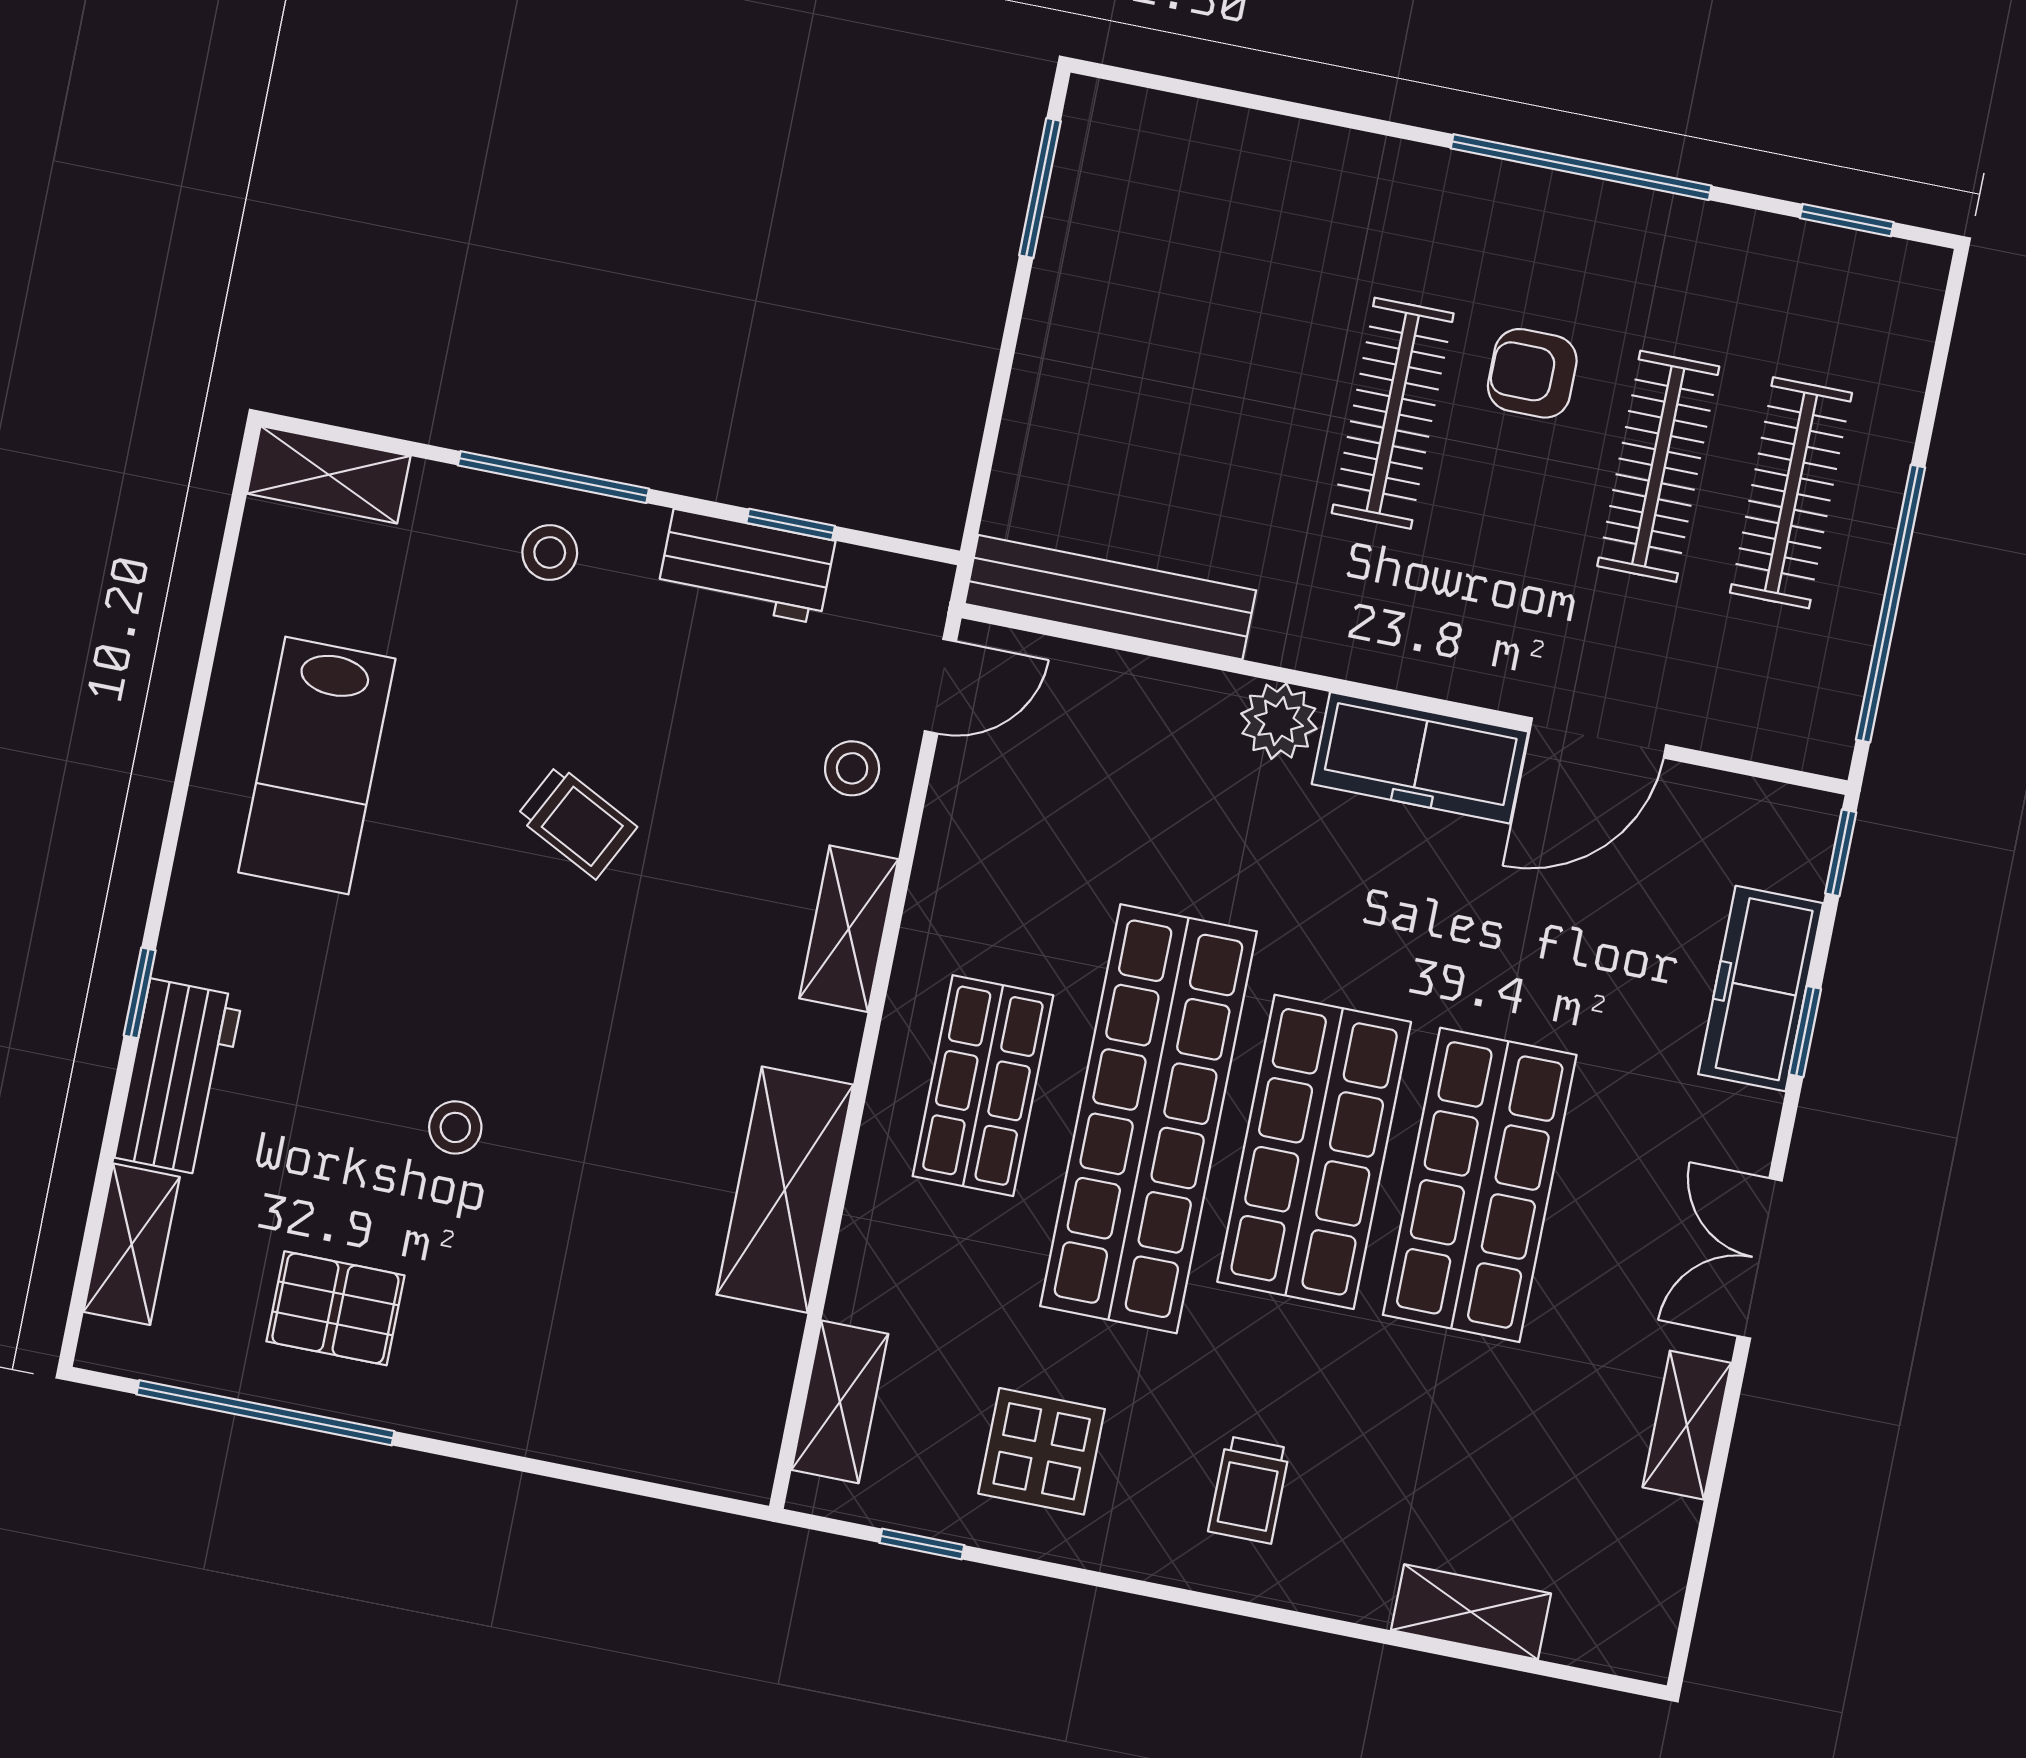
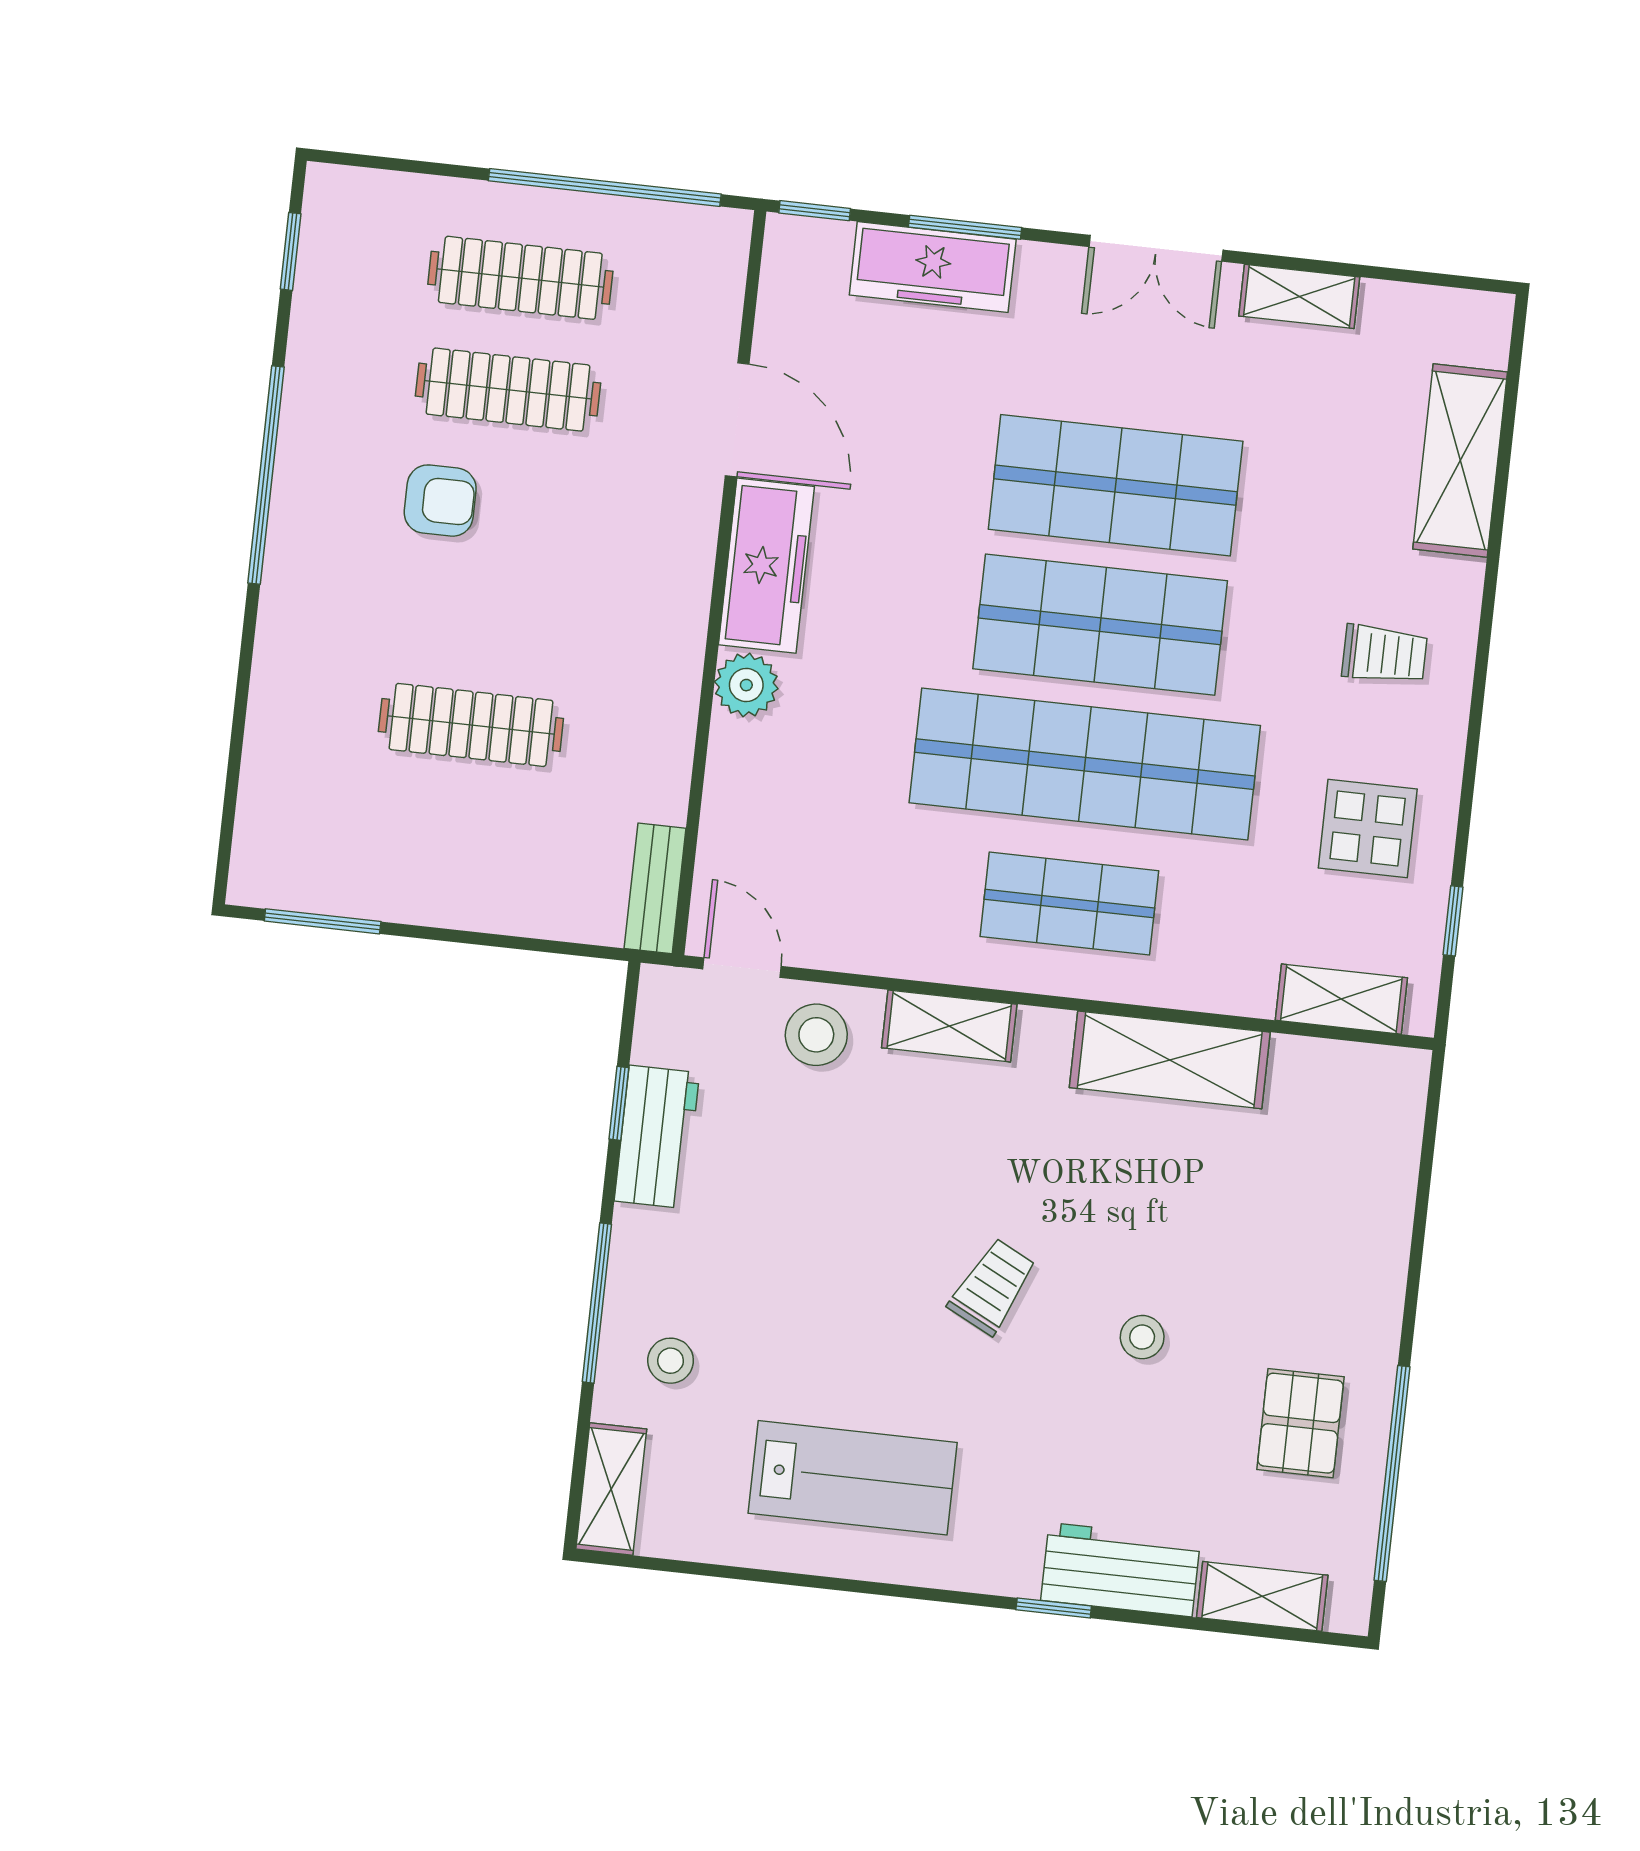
armchair: (1532, 373) -> (440, 501), turned -90
clothes rail: (1393, 413) -> (471, 725), moved
stool: (550, 552) -> (671, 1361), moved
bench: (1110, 597) -> (655, 888), width x0.54, depth x0.82
stool: (852, 768) -> (816, 1035), width x1.37, depth x1.37
trolley: (577, 822) -> (992, 1287), moved
window: (1805, 1032) -> (965, 227), width x1.50
shelving: (1471, 1612) -> (1460, 461), width x1.50, depth x1.33

